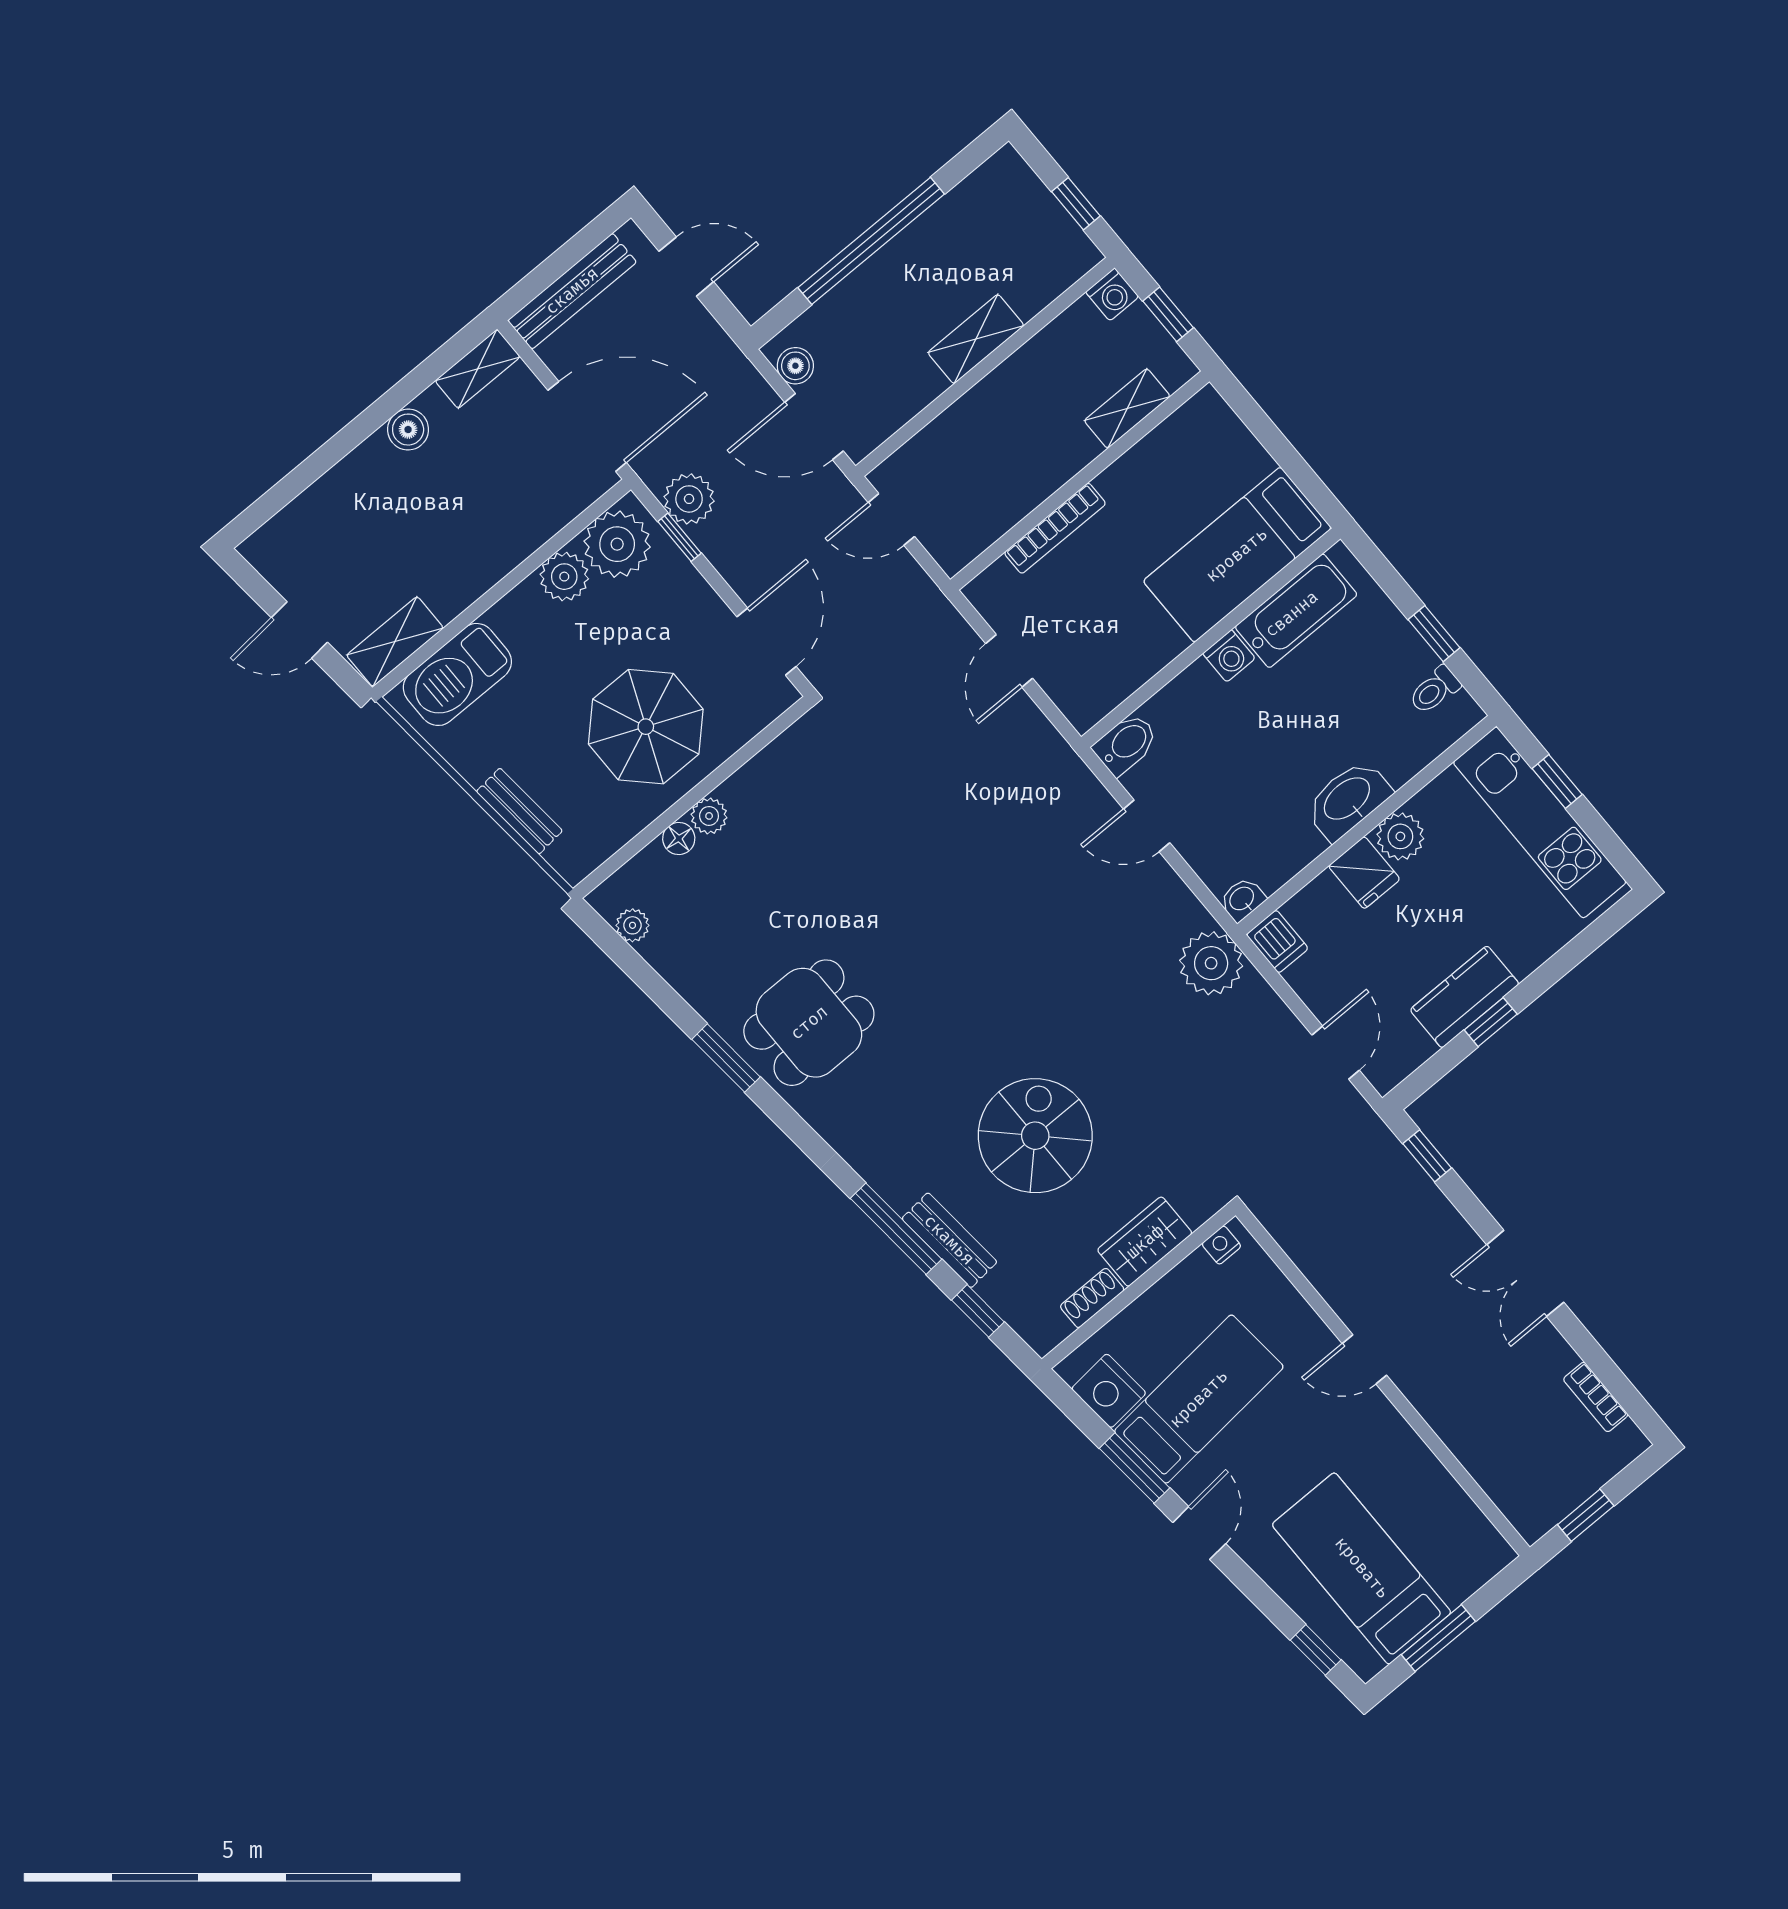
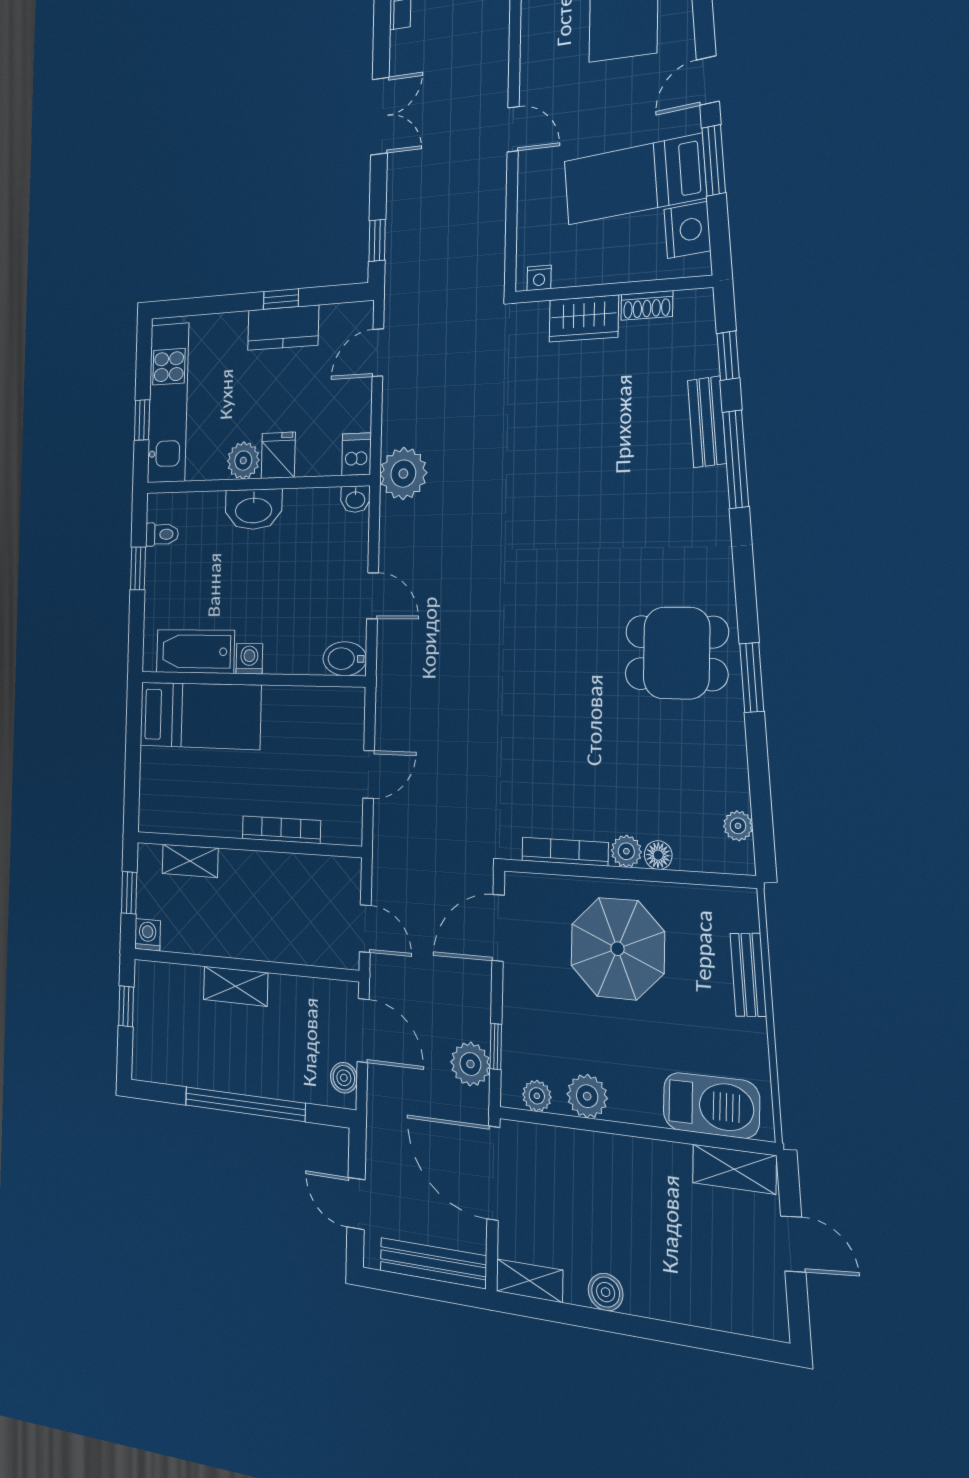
plant: (617, 544) -> (537, 1096), width x0.53, depth x0.53
bookcase: (763, 765) -> (565, 852), added
spiral stairs: (1035, 1136) -> (595, 449), removed

